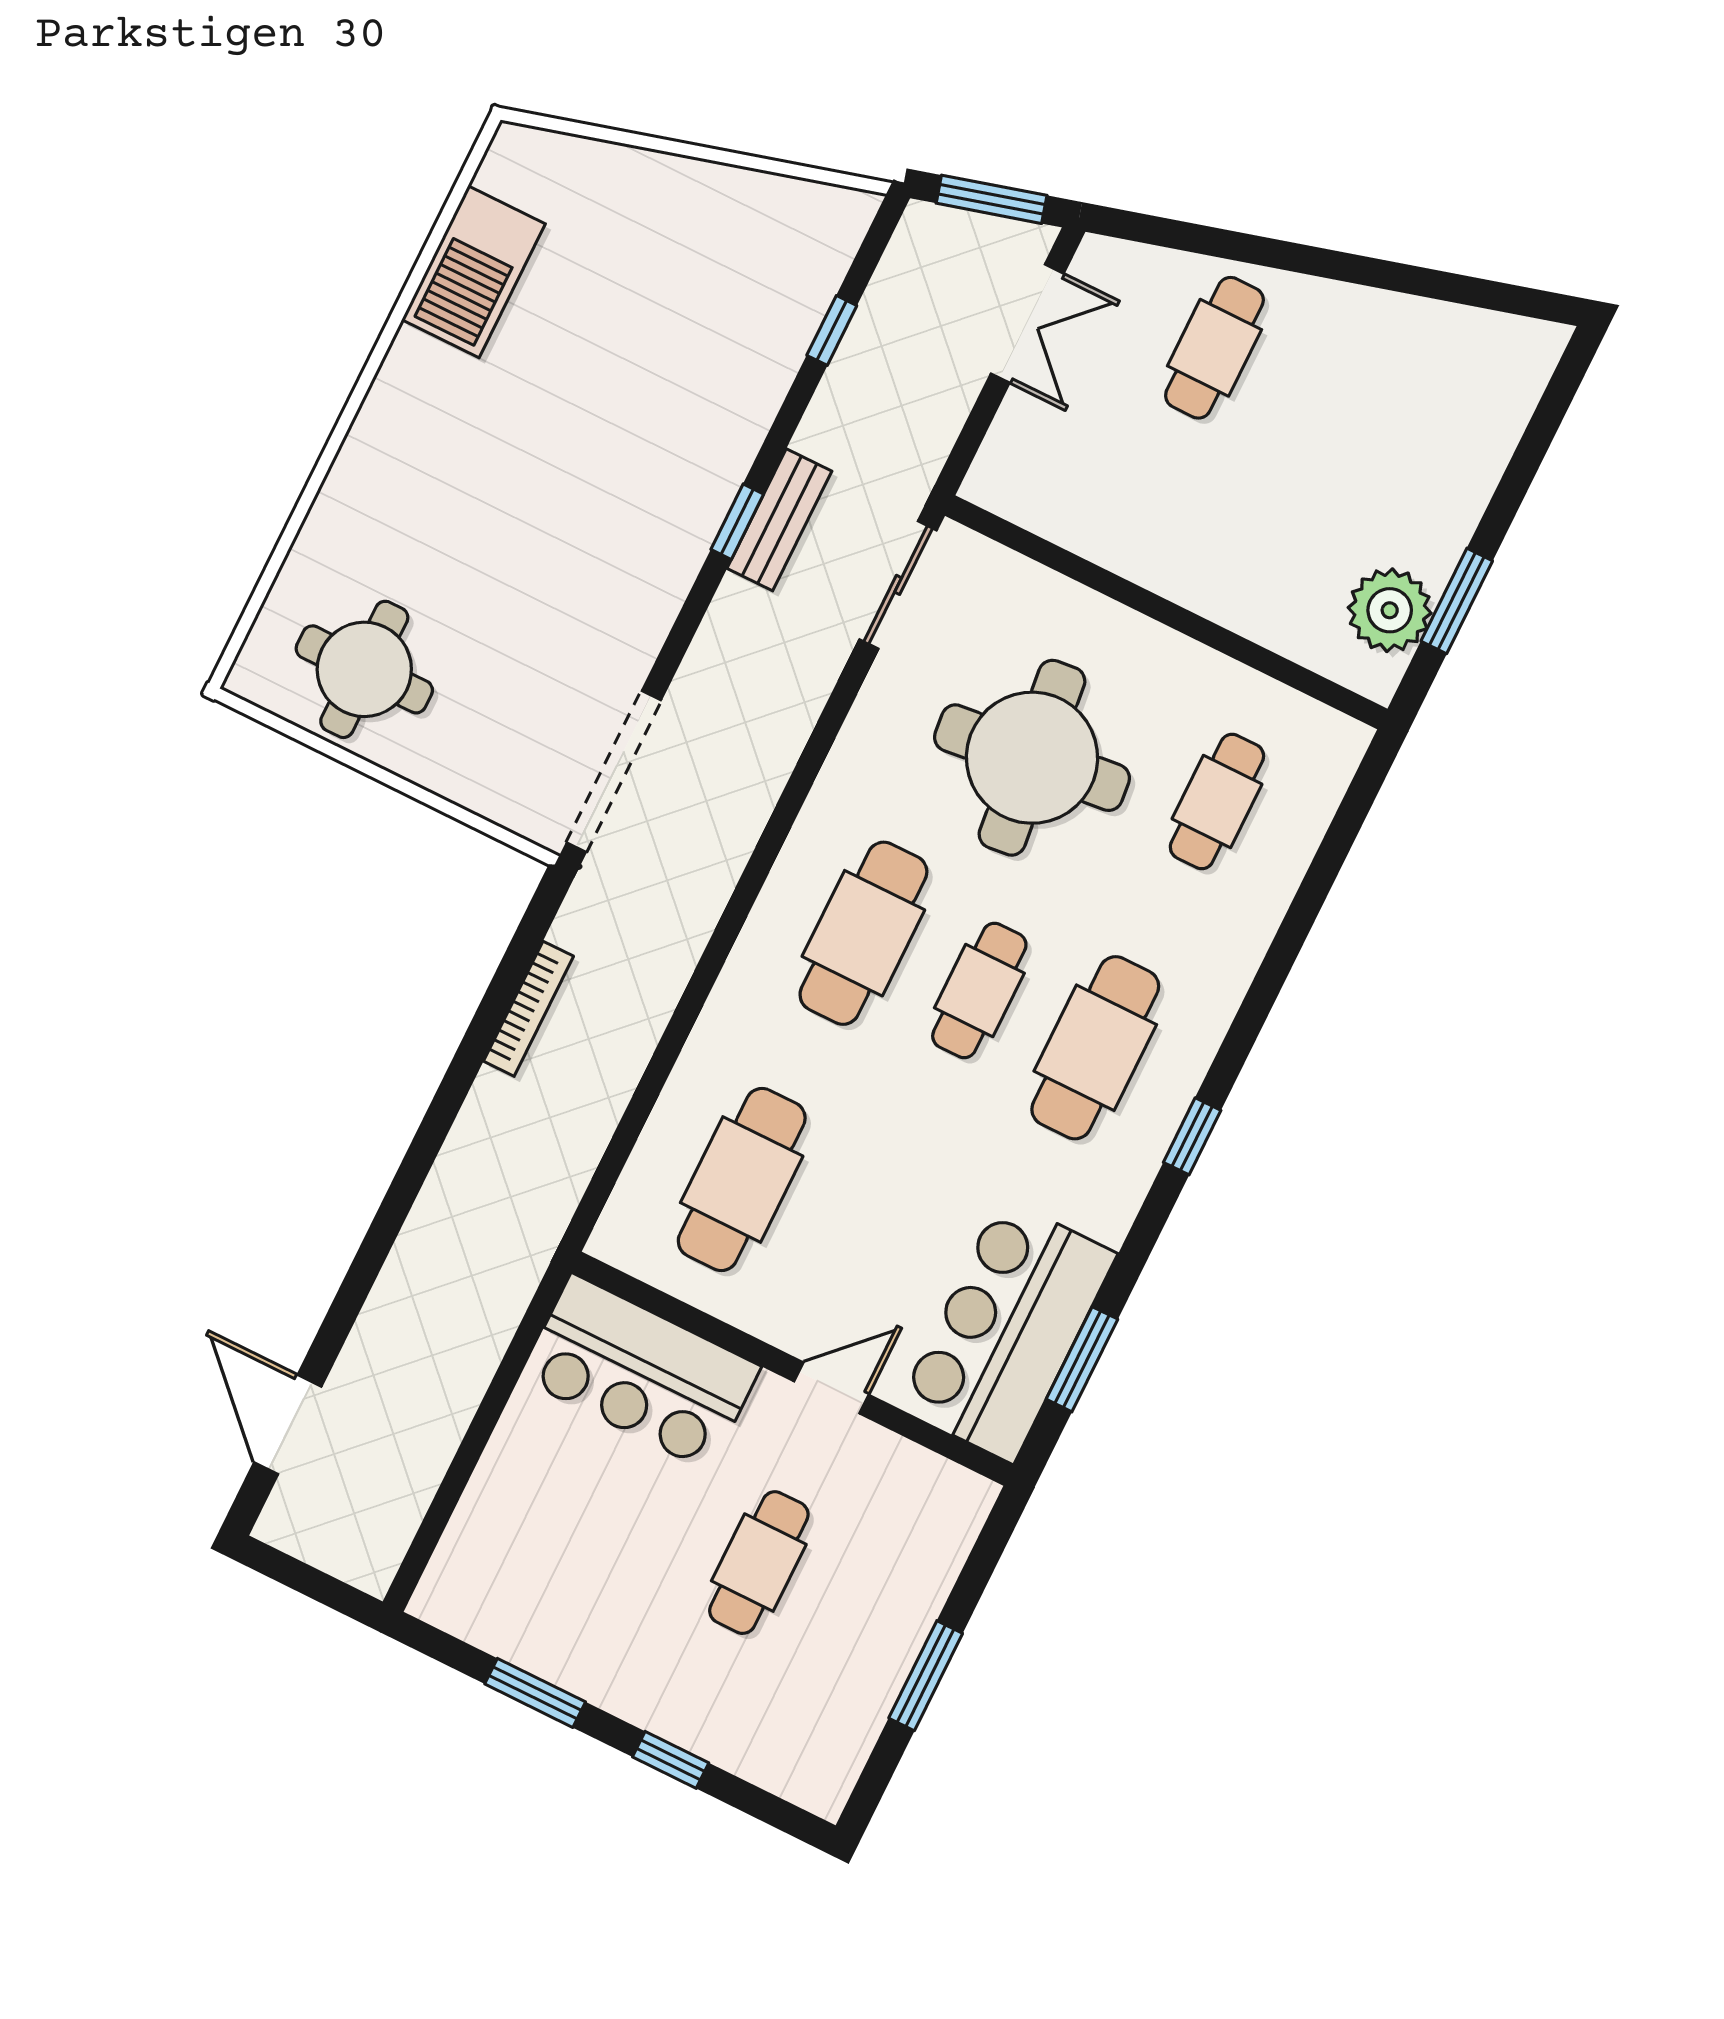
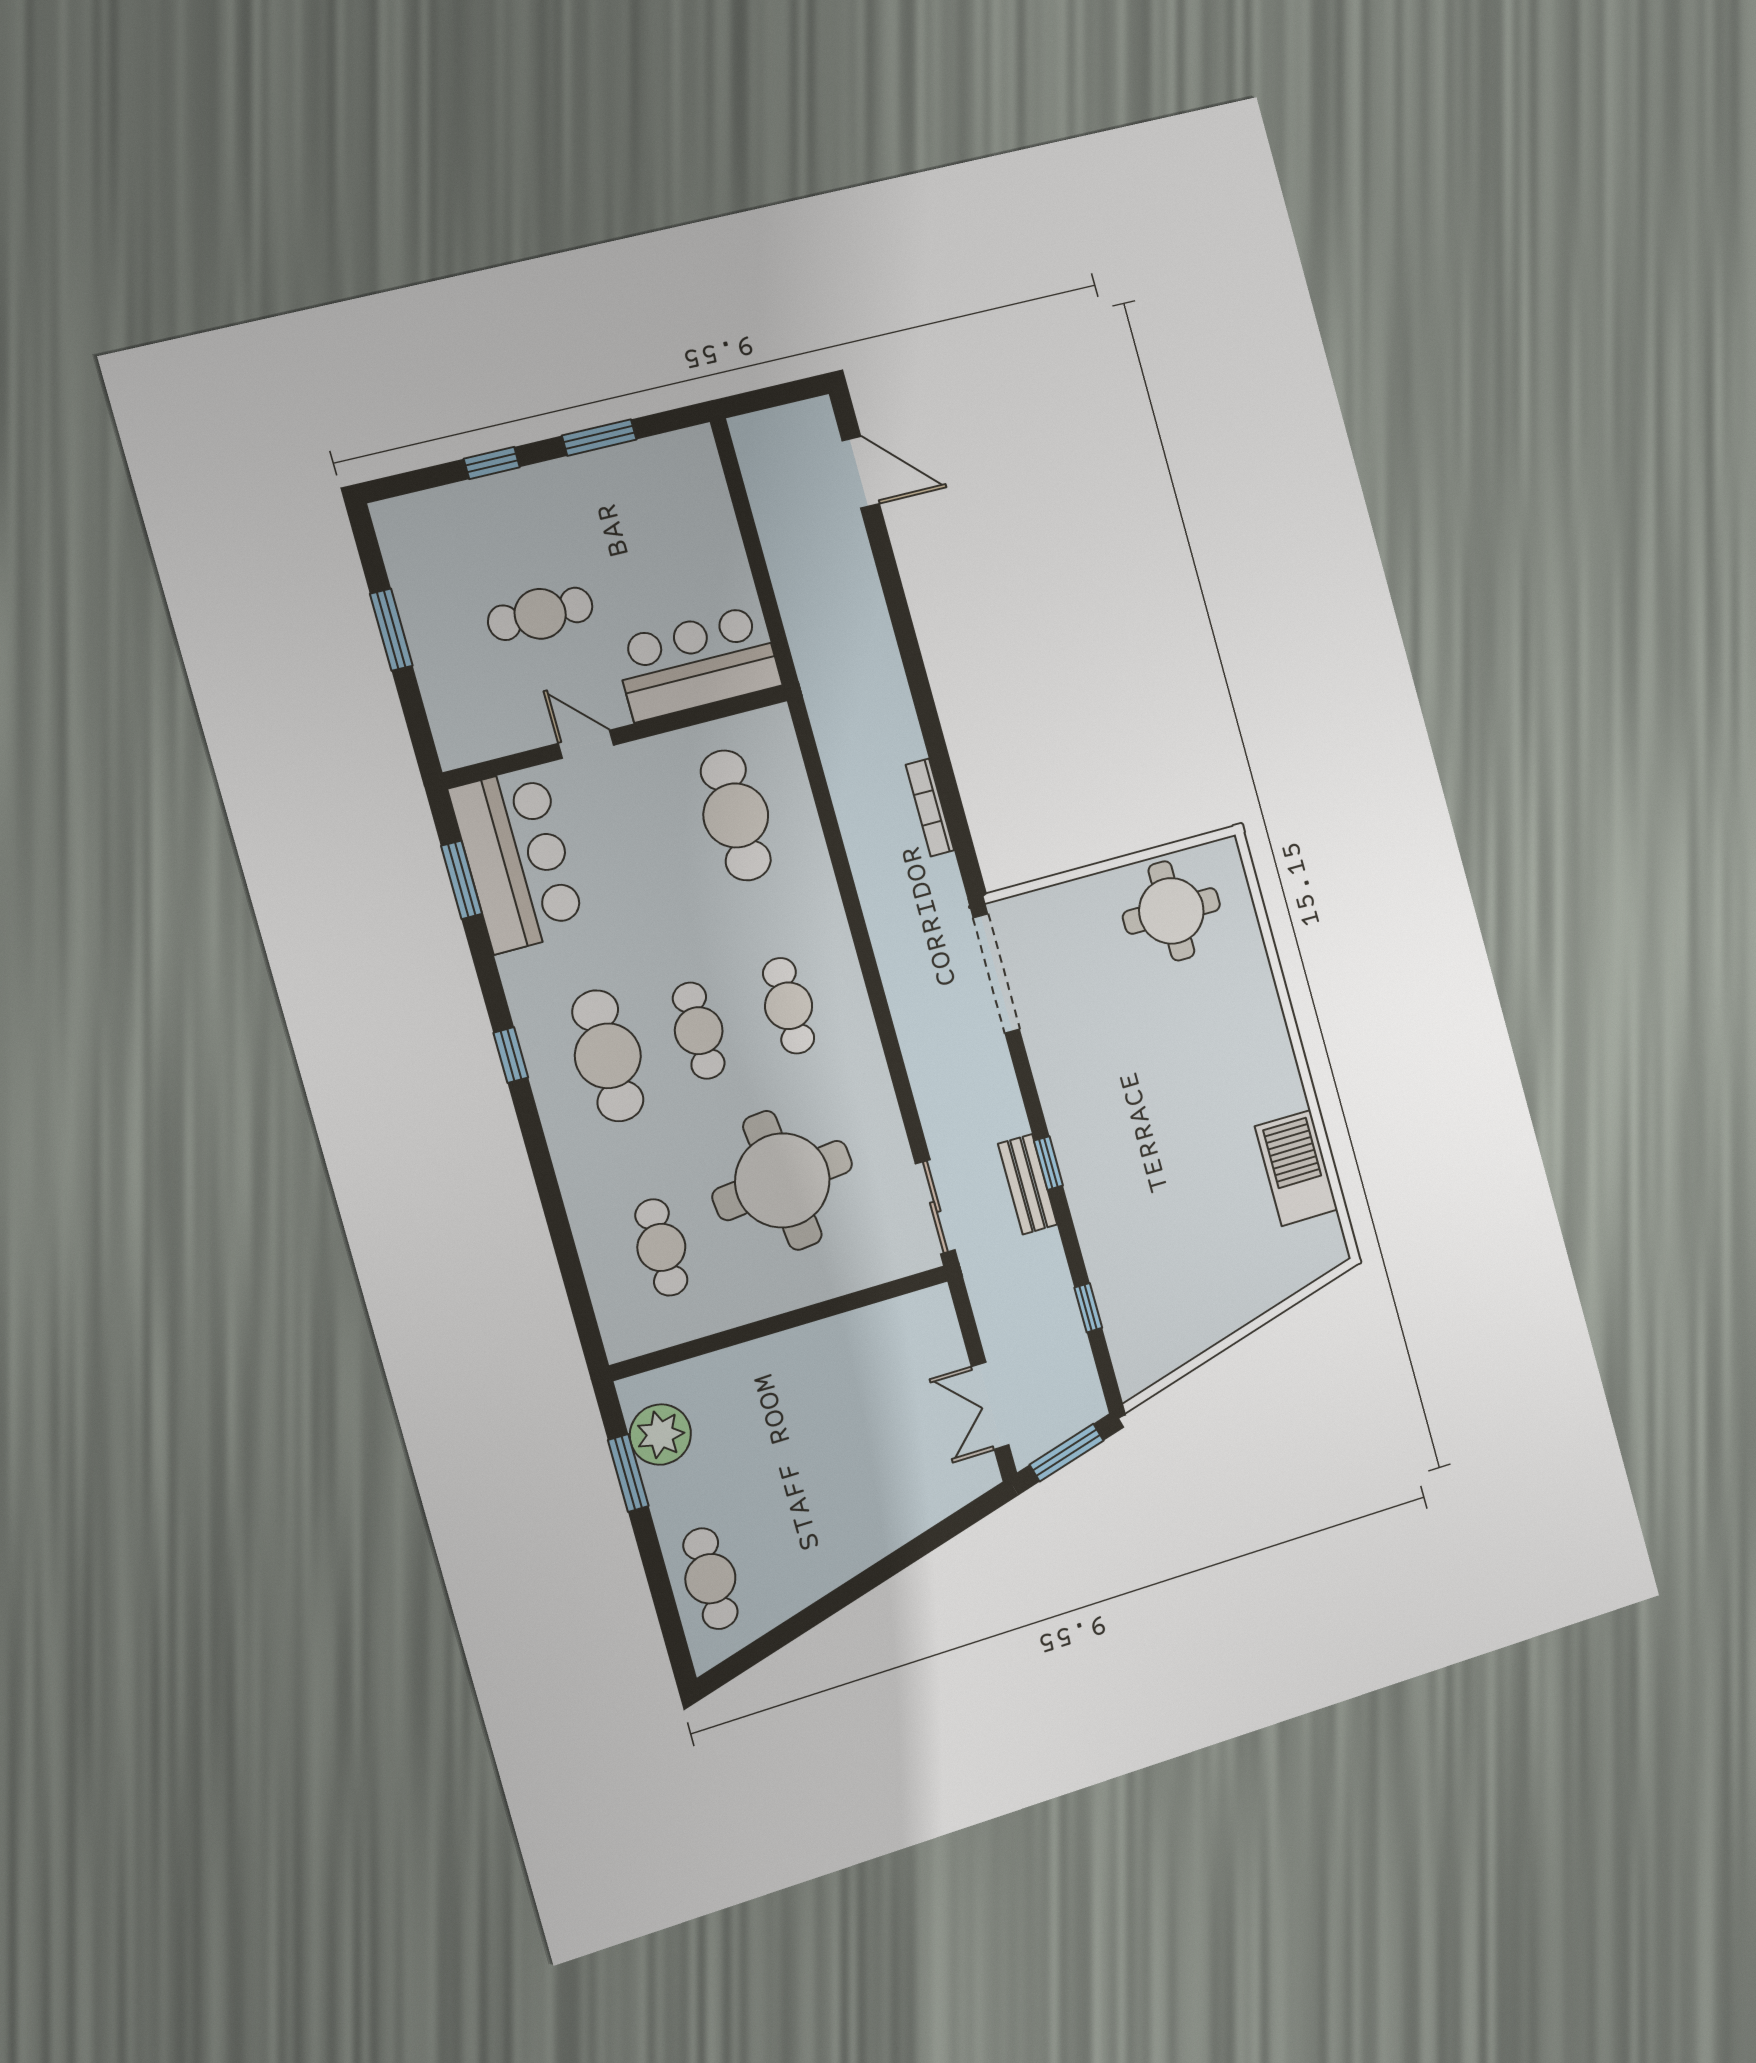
cafe table: (1214, 348) -> (710, 1579), moved
cafe table: (863, 933) -> (789, 1006), width x0.73, depth x0.74
door: (831, 1388) -> (586, 744), swing flipped
cafe table: (759, 1563) -> (540, 614), turned 90

